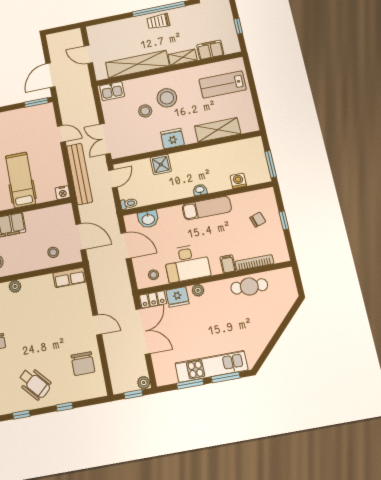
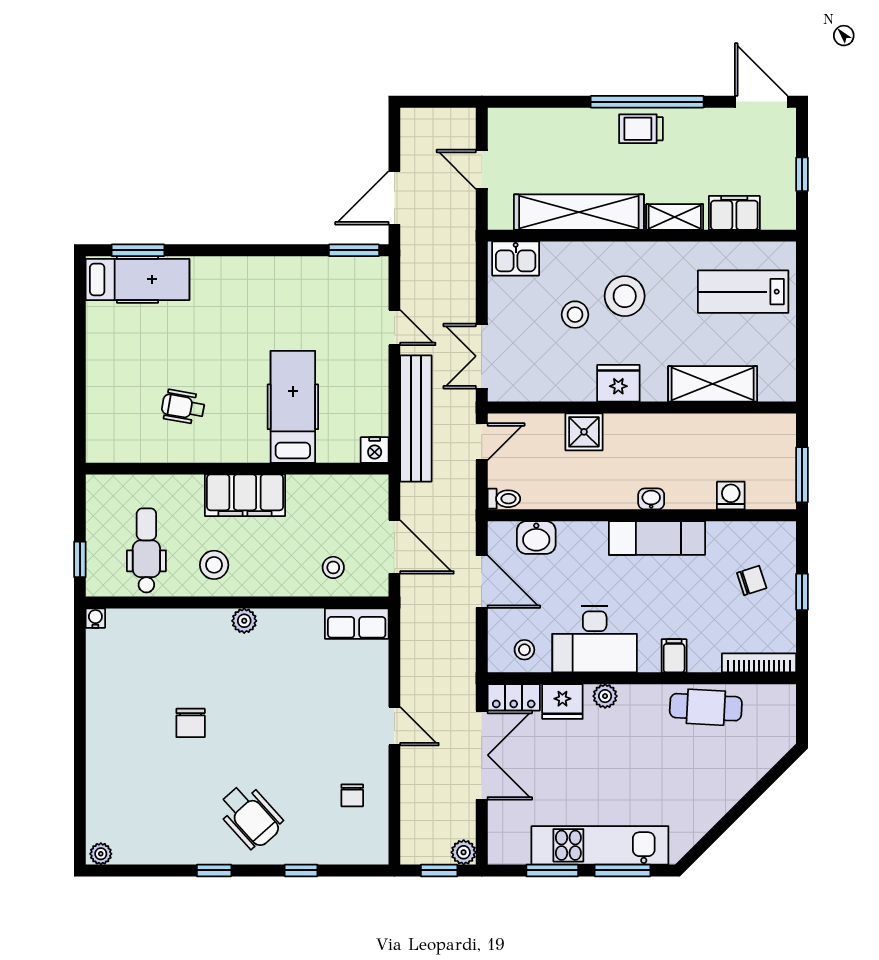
bookcase: (254, 263) -> (759, 663), moved
chair: (83, 364) -> (352, 795), width x0.54, depth x0.54

